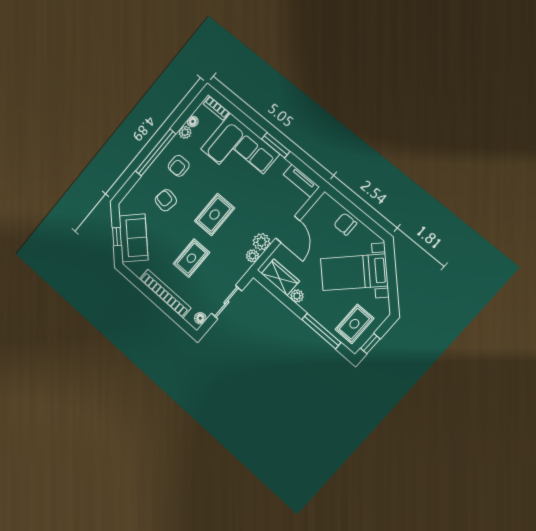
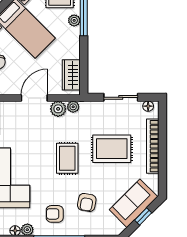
armchair: (179, 166) -> (55, 214), turned 180
rug: (215, 215) -> (67, 158), turned 90
rug: (191, 258) -> (112, 149), width x1.36, depth x1.43
plant: (297, 296) -> (74, 20), moved

